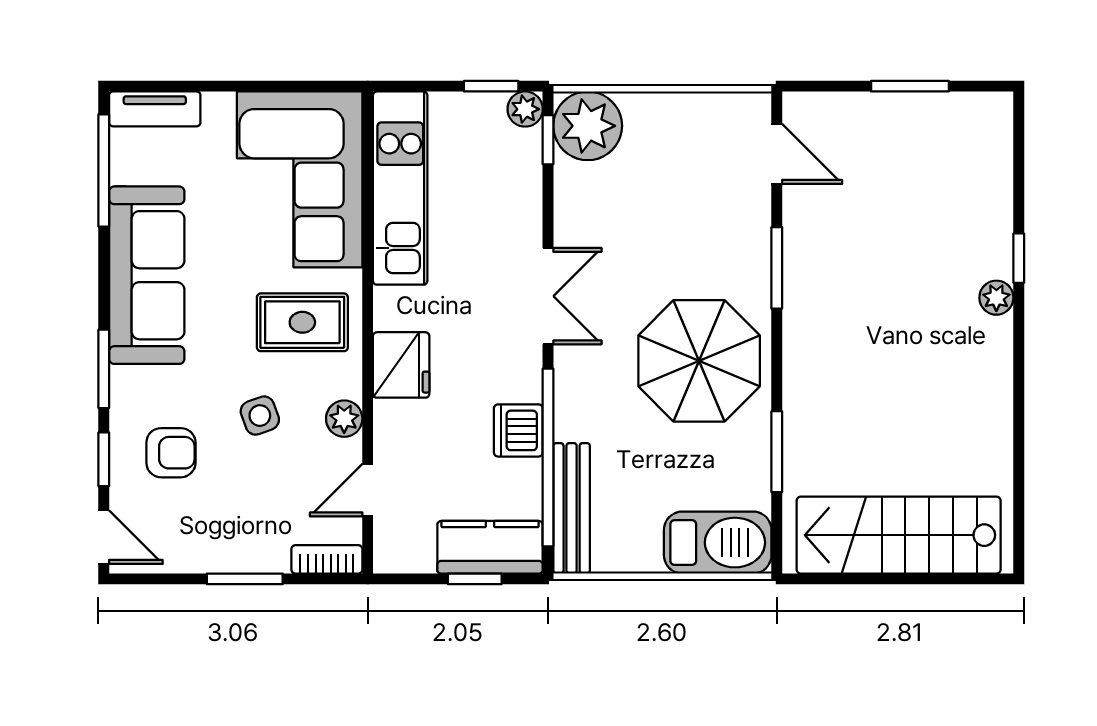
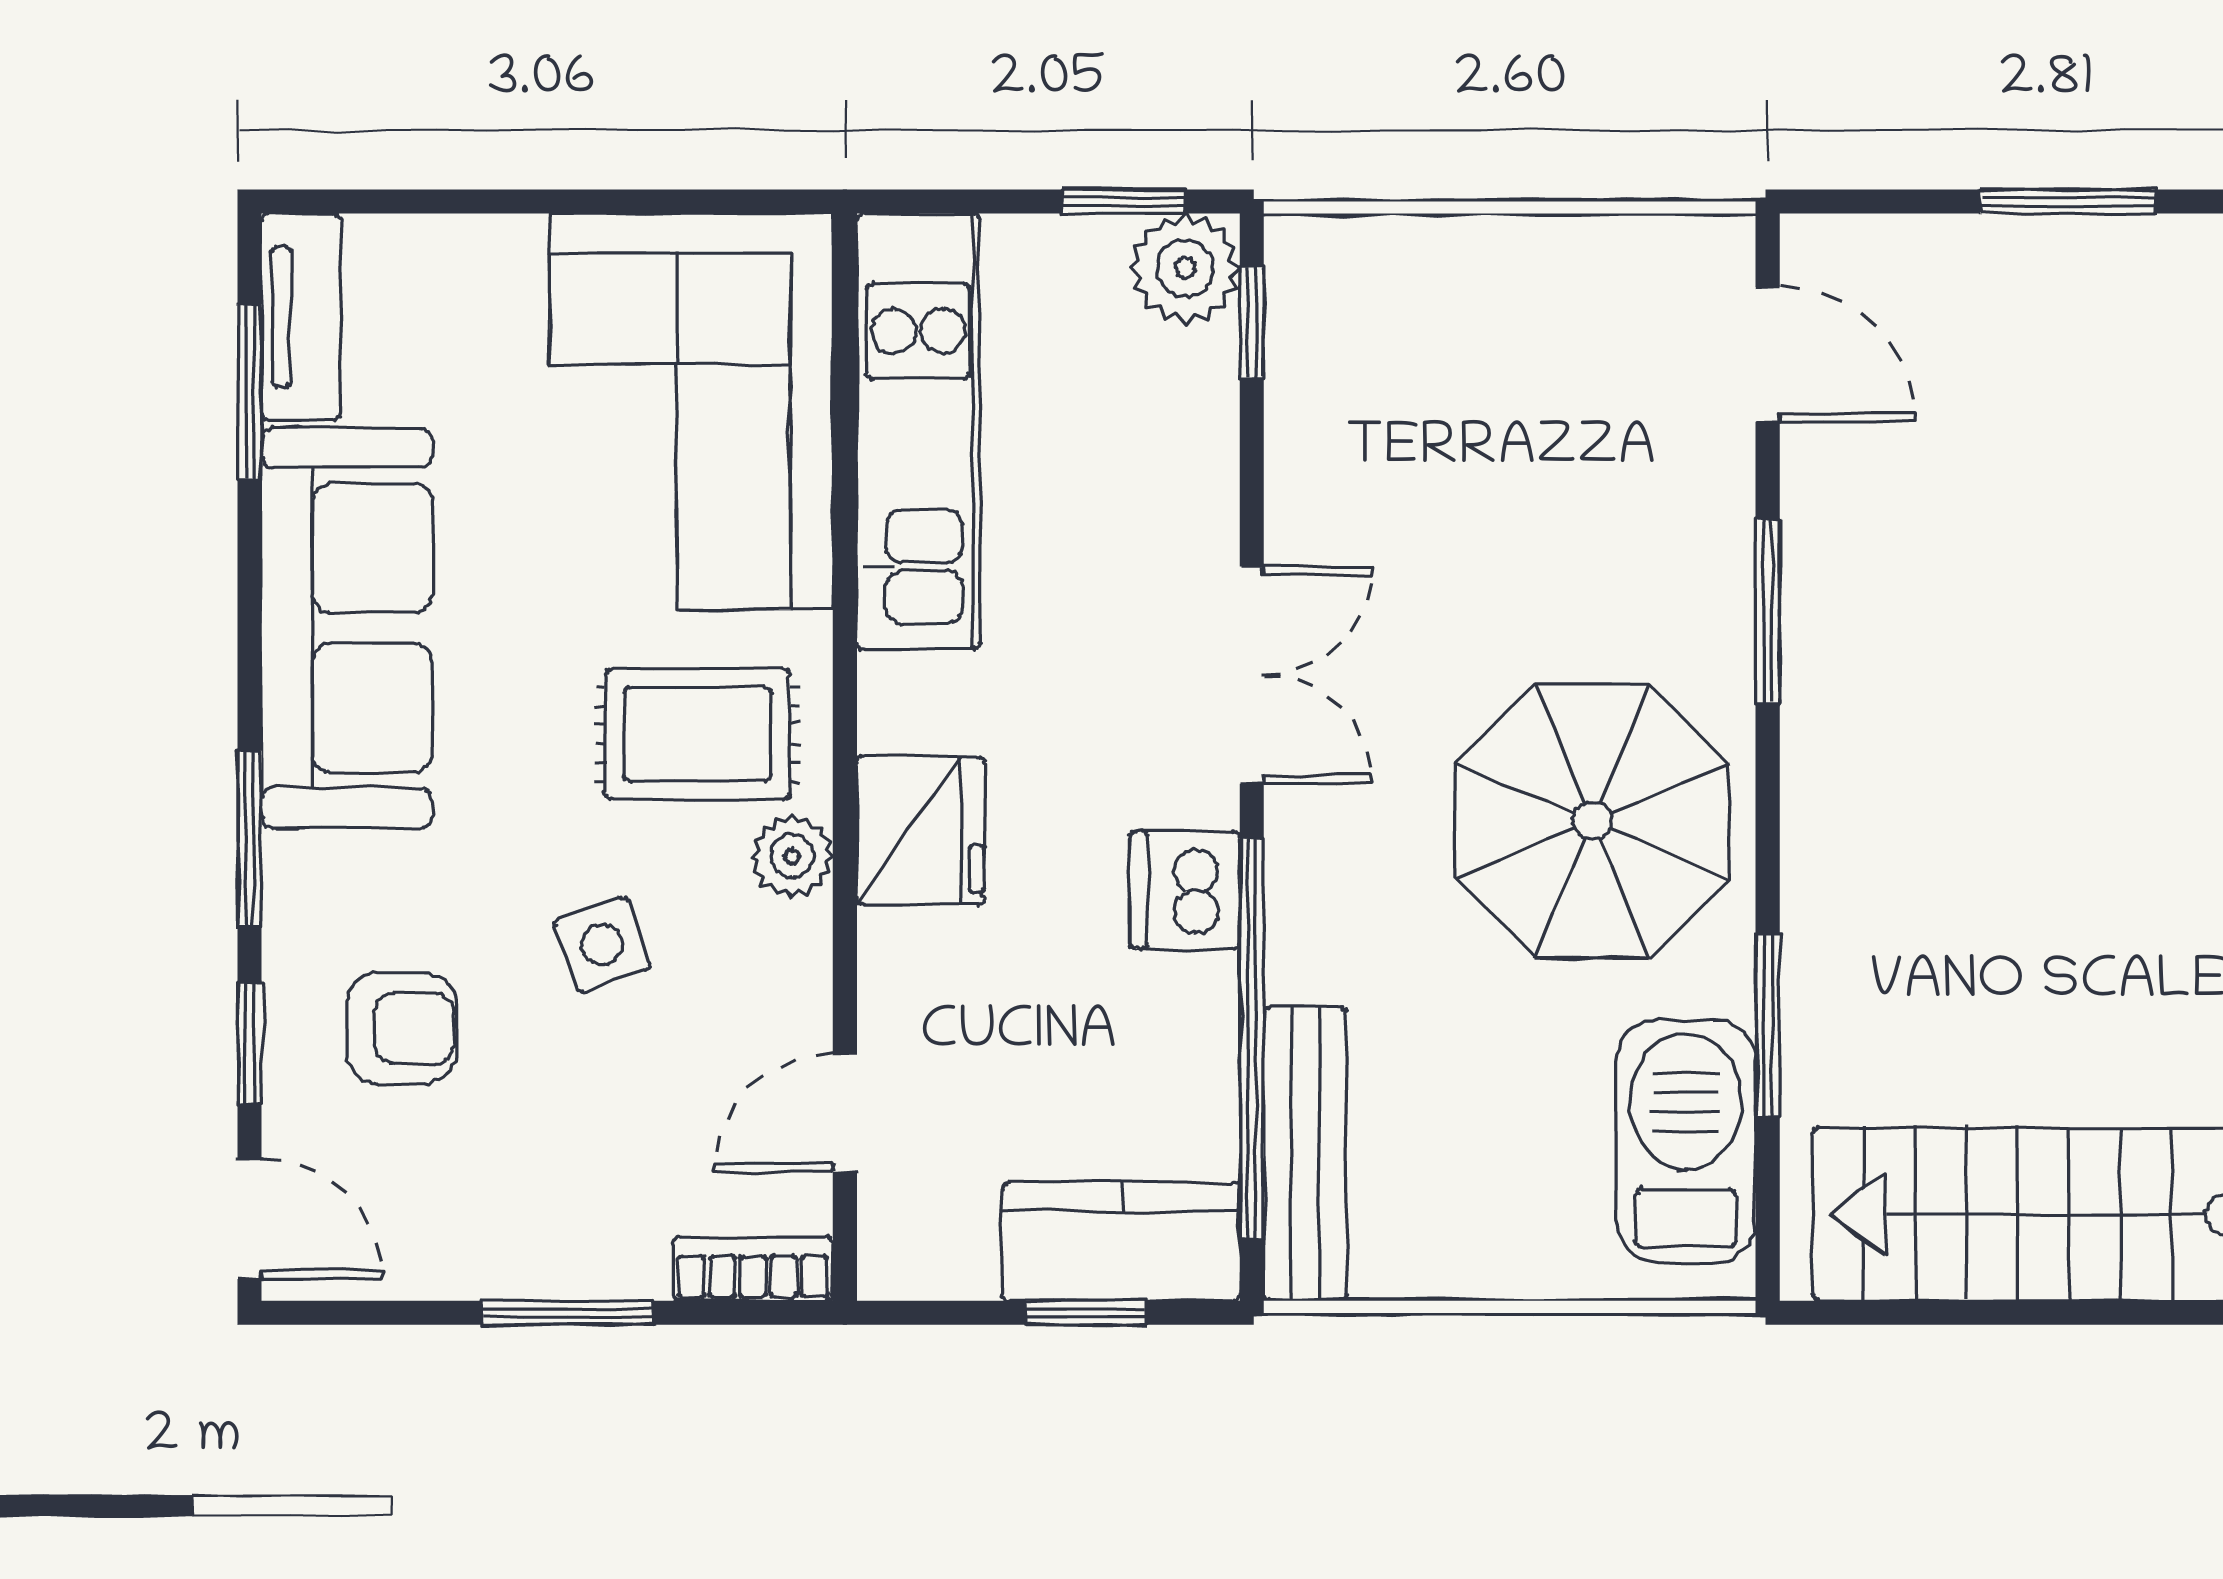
tv unit: (155, 109) -> (301, 317), moved, turned -90
plant: (525, 109) -> (1185, 268), width x1.38, depth x1.38
plant: (588, 126) -> (1341, 291), removed
window: (104, 170) -> (250, 392), width x0.69
plant: (344, 419) -> (792, 856), moved
dishwasher: (518, 430) -> (1185, 890), moved
barbecue: (718, 543) -> (1686, 1141), moved, turned -90

